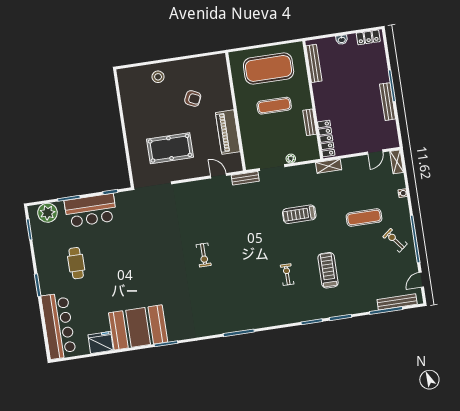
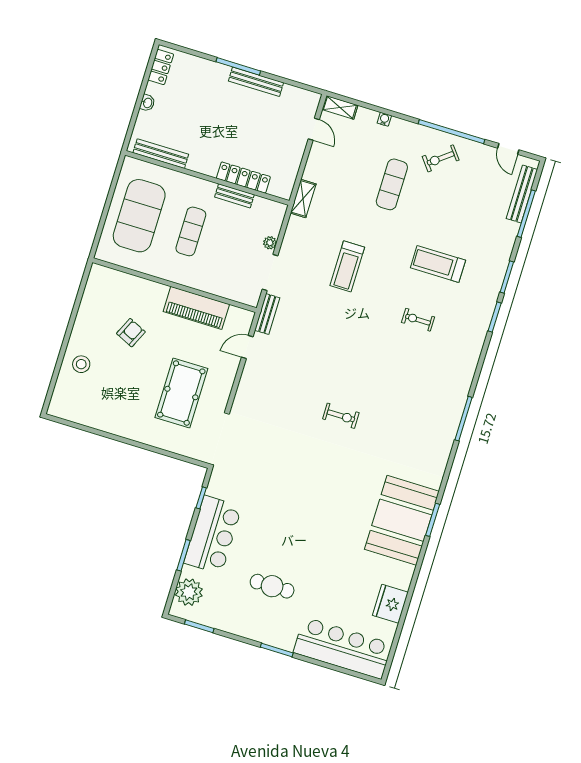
locker: (326, 139) -> (243, 178), moved
booth: (138, 327) -> (402, 520), moved

